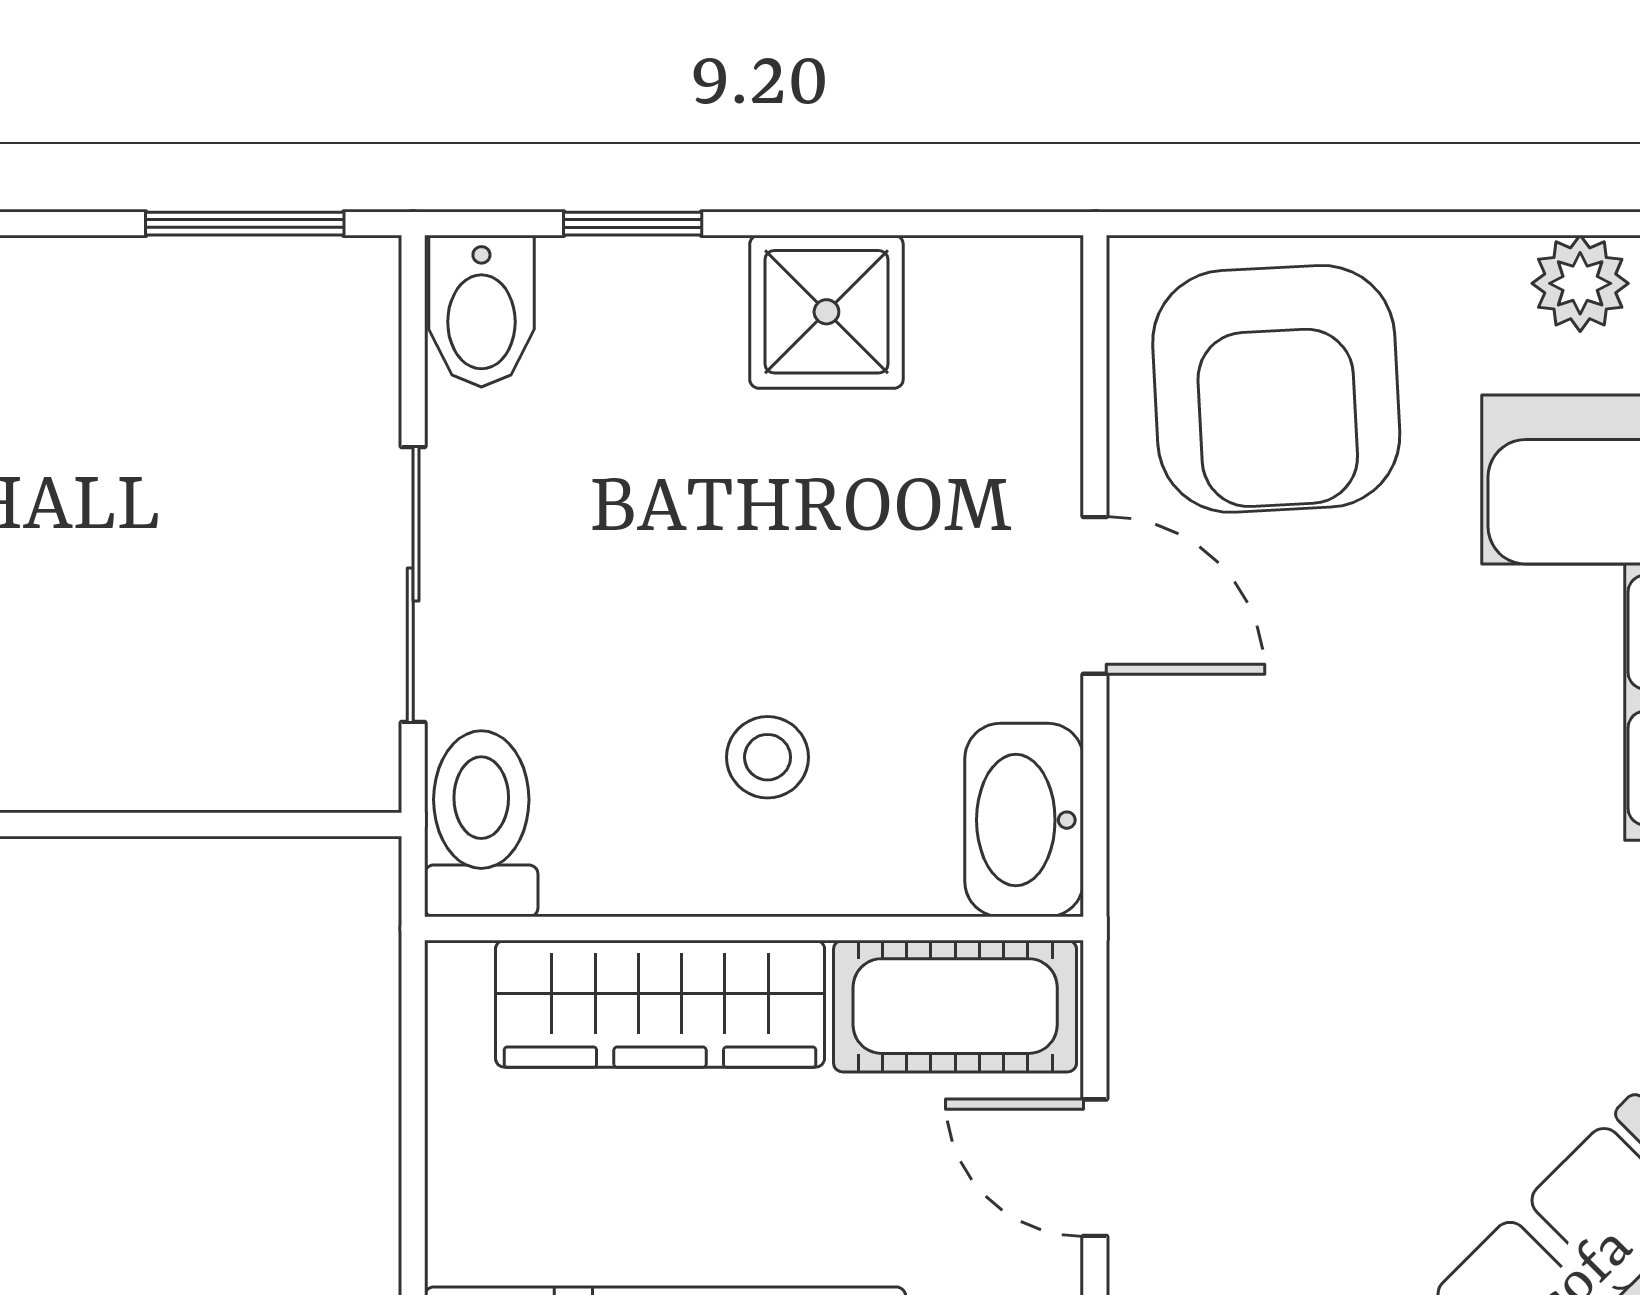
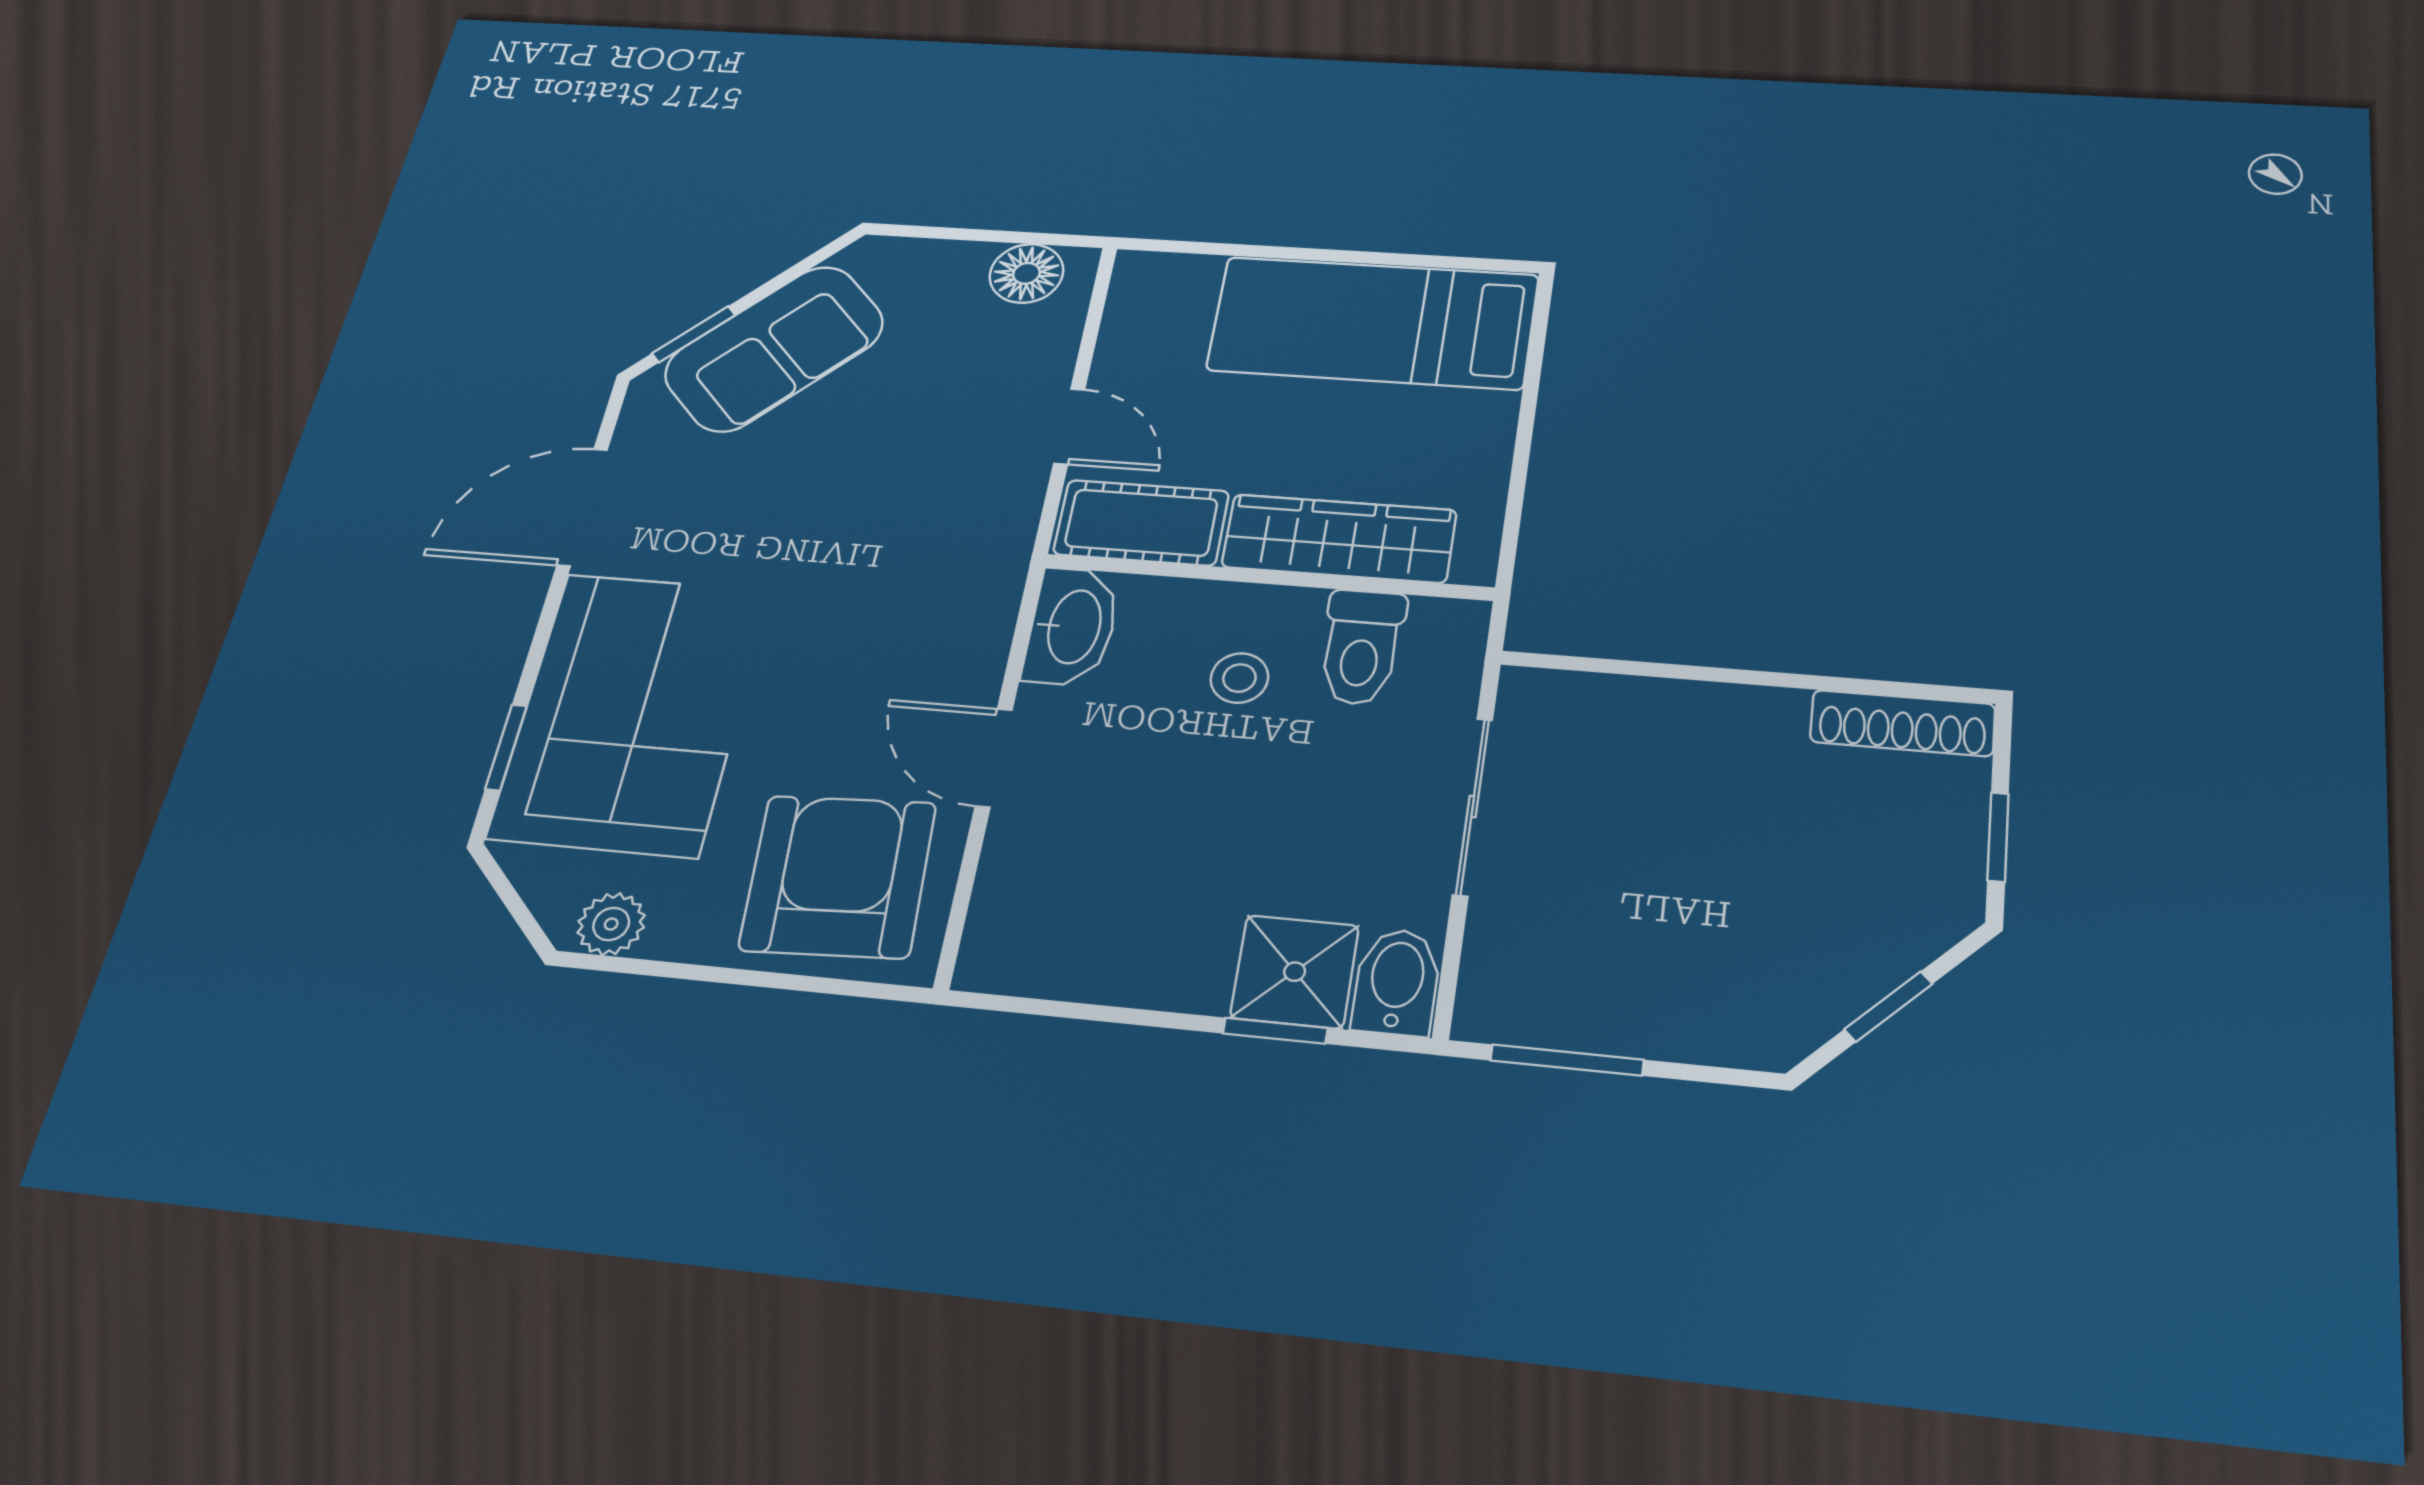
shower: (826, 312) -> (1295, 972), moved
toilet: (481, 824) -> (1361, 647), moved

